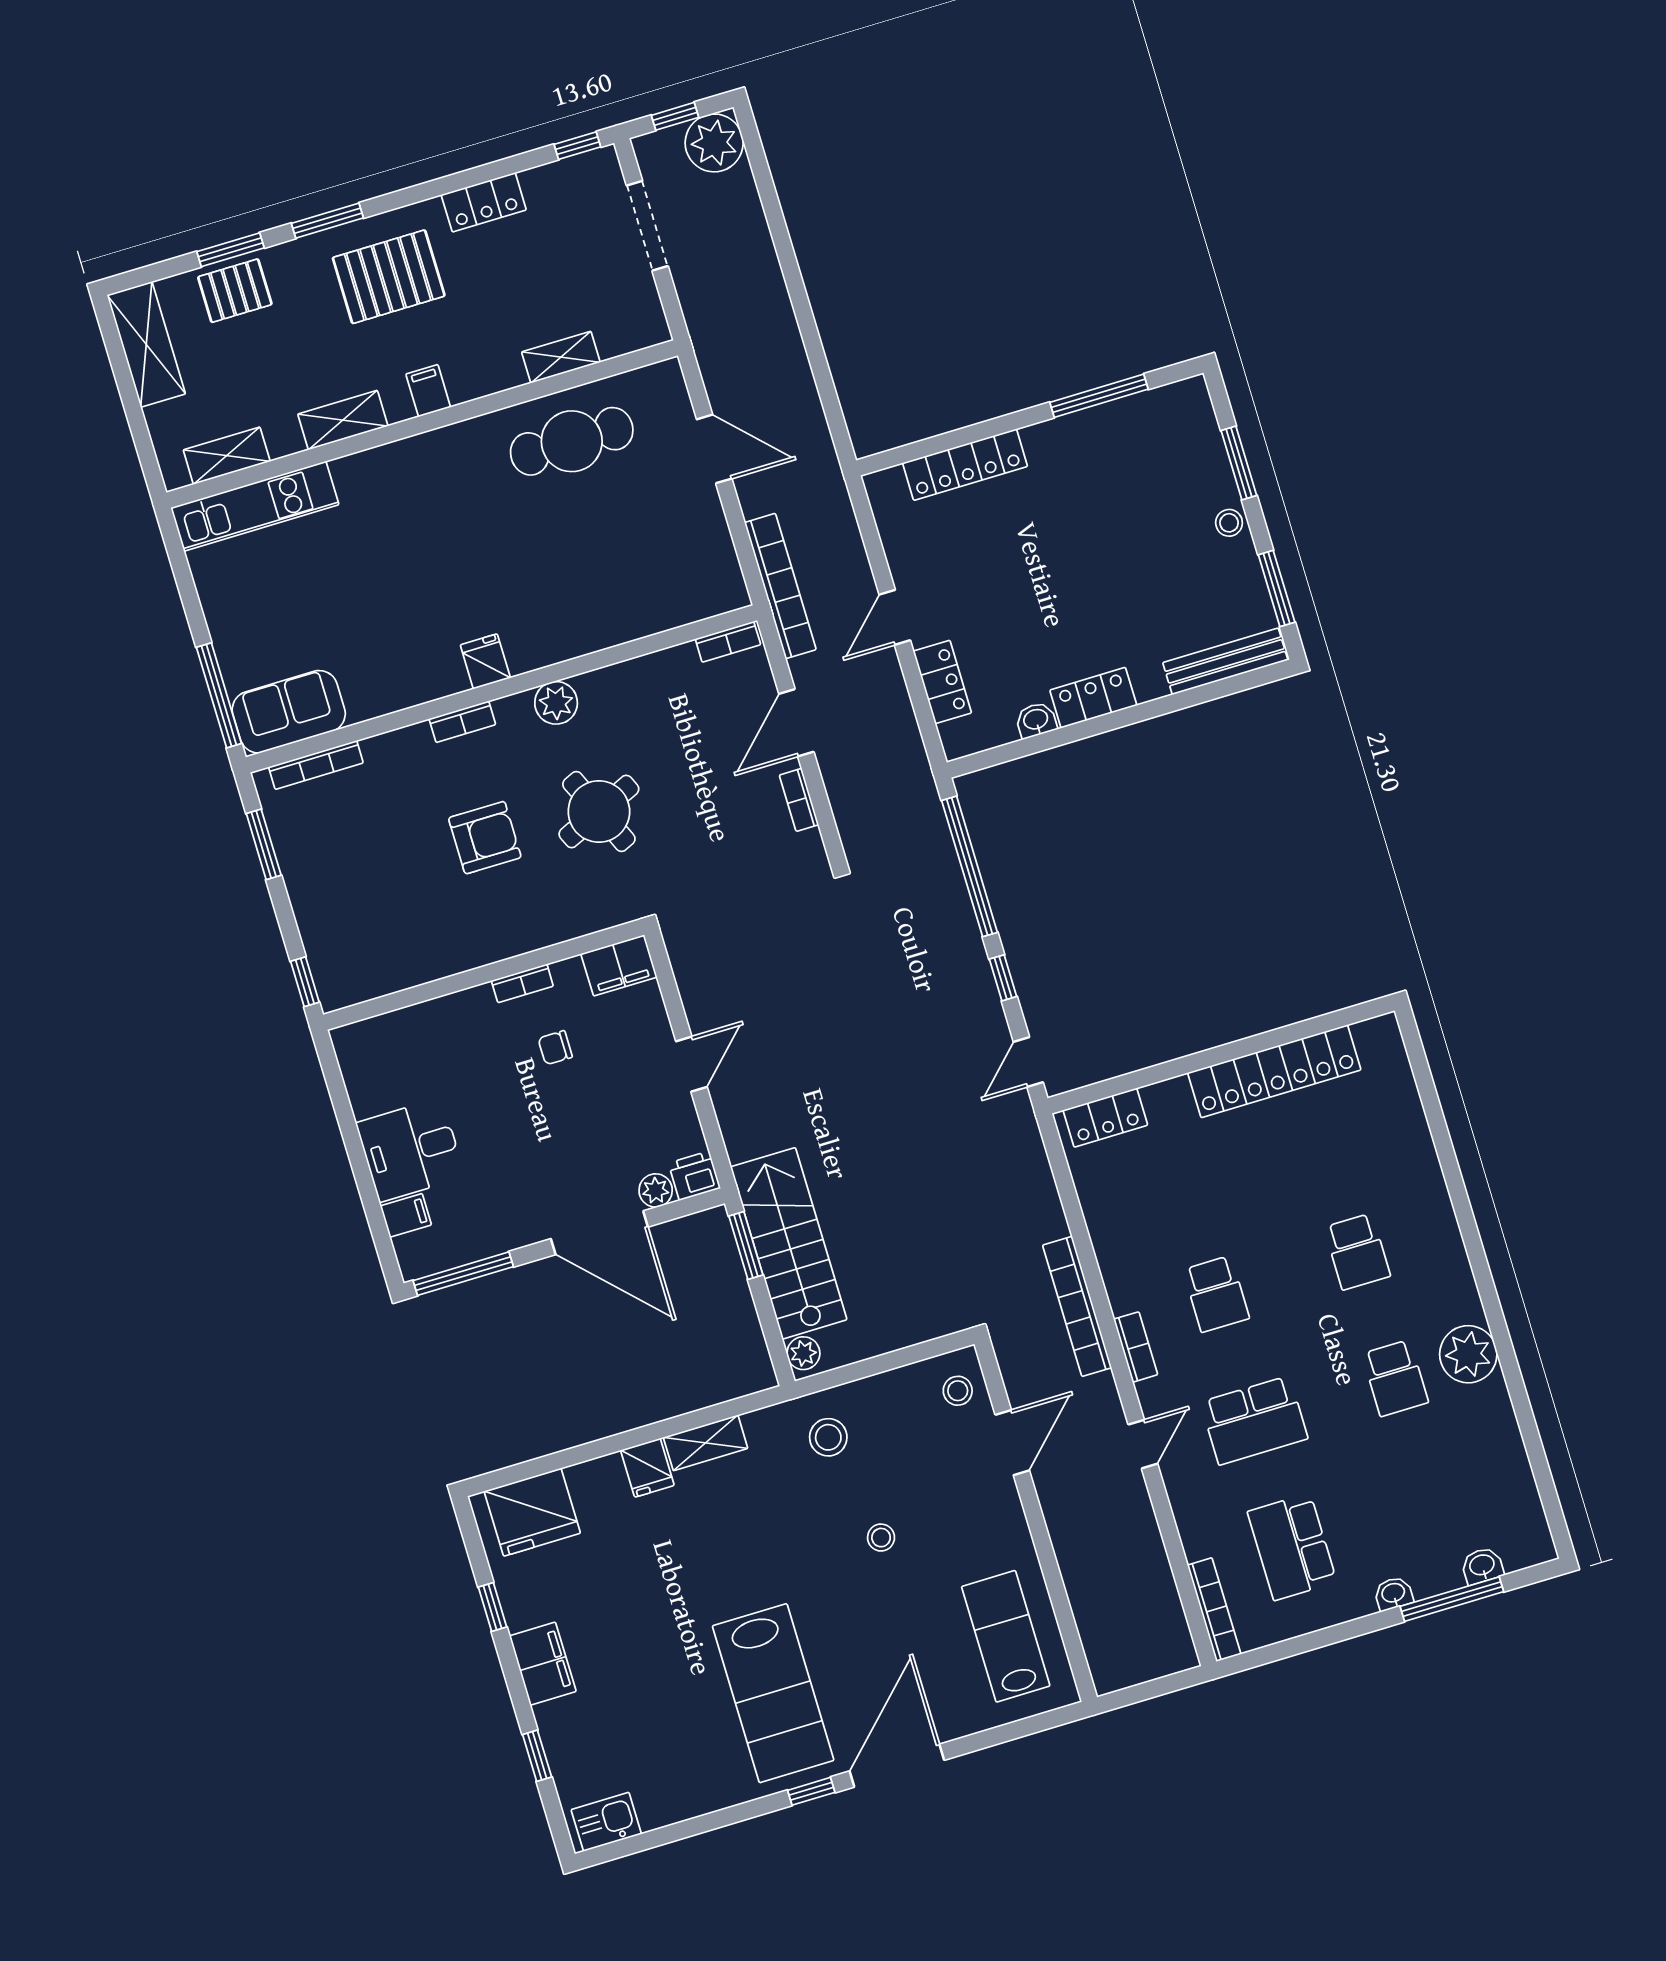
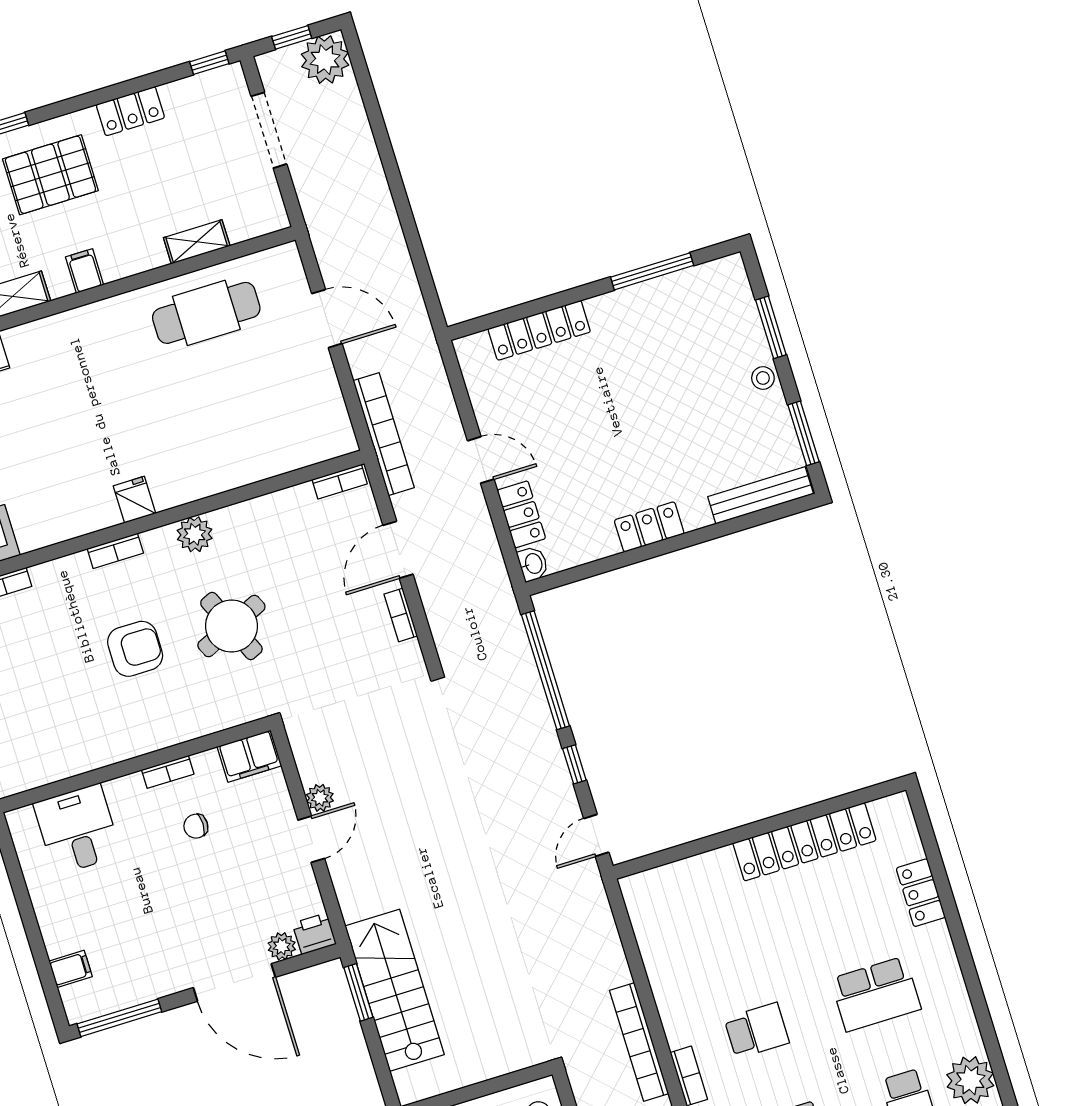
door: (895, 617) -> (481, 460), swing flipped
washbasin: (1036, 720) -> (533, 564), moved, turned 90
locker: (1105, 1118) -> (921, 893), moved, turned 90
desk: (411, 1150) -> (77, 829), moved, turned 90
school desk: (1357, 1252) -> (876, 994), width x1.85
school desk: (1216, 1294) -> (757, 1031), turned -90
plant: (803, 1353) -> (320, 798), moved

